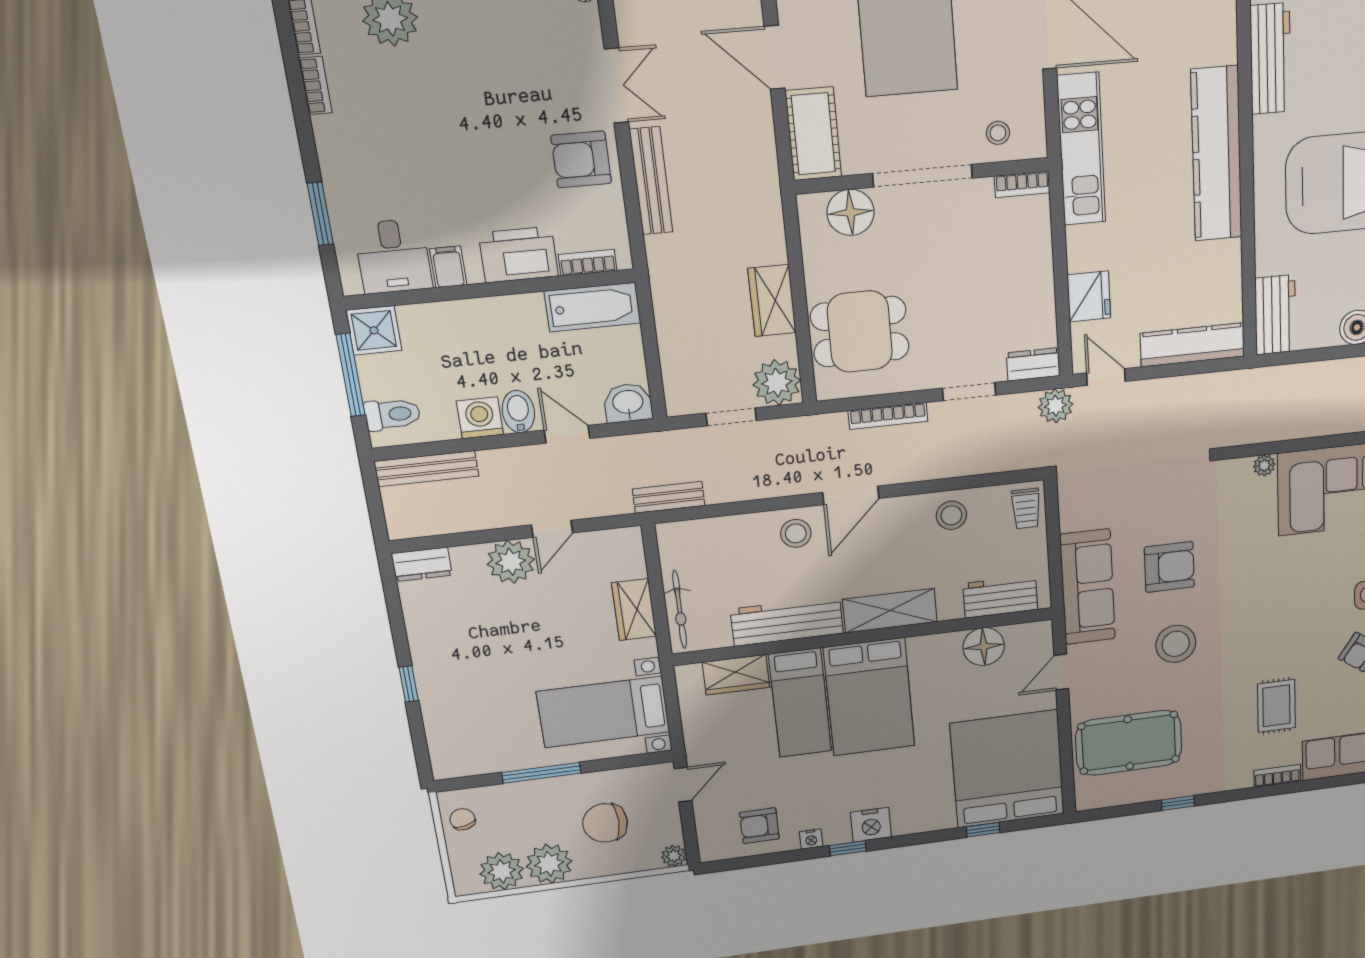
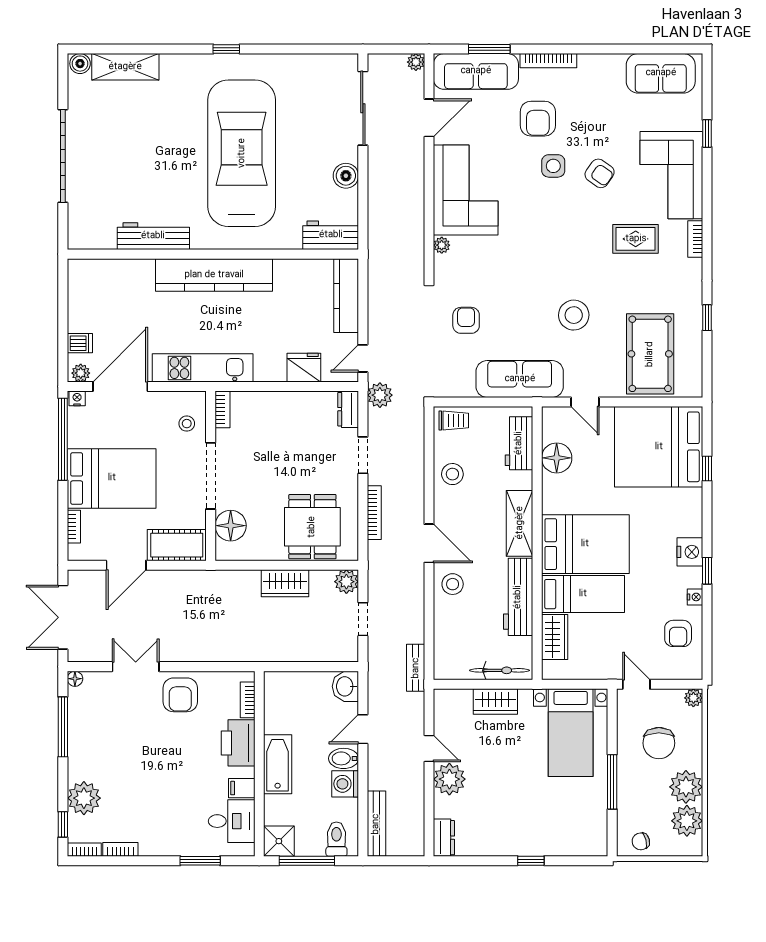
bench: (651, 181) -> (198, 653), removed
bathtub: (593, 307) -> (278, 764), moved
plant: (777, 383) -> (346, 582), width x0.73, depth x0.73
armchair: (1169, 567) -> (466, 320), moved, width x0.72, depth x0.72

